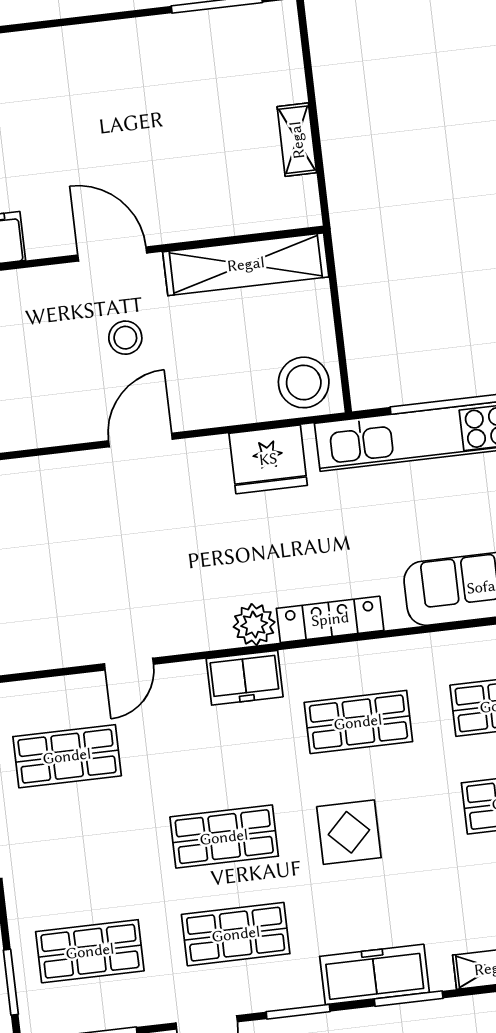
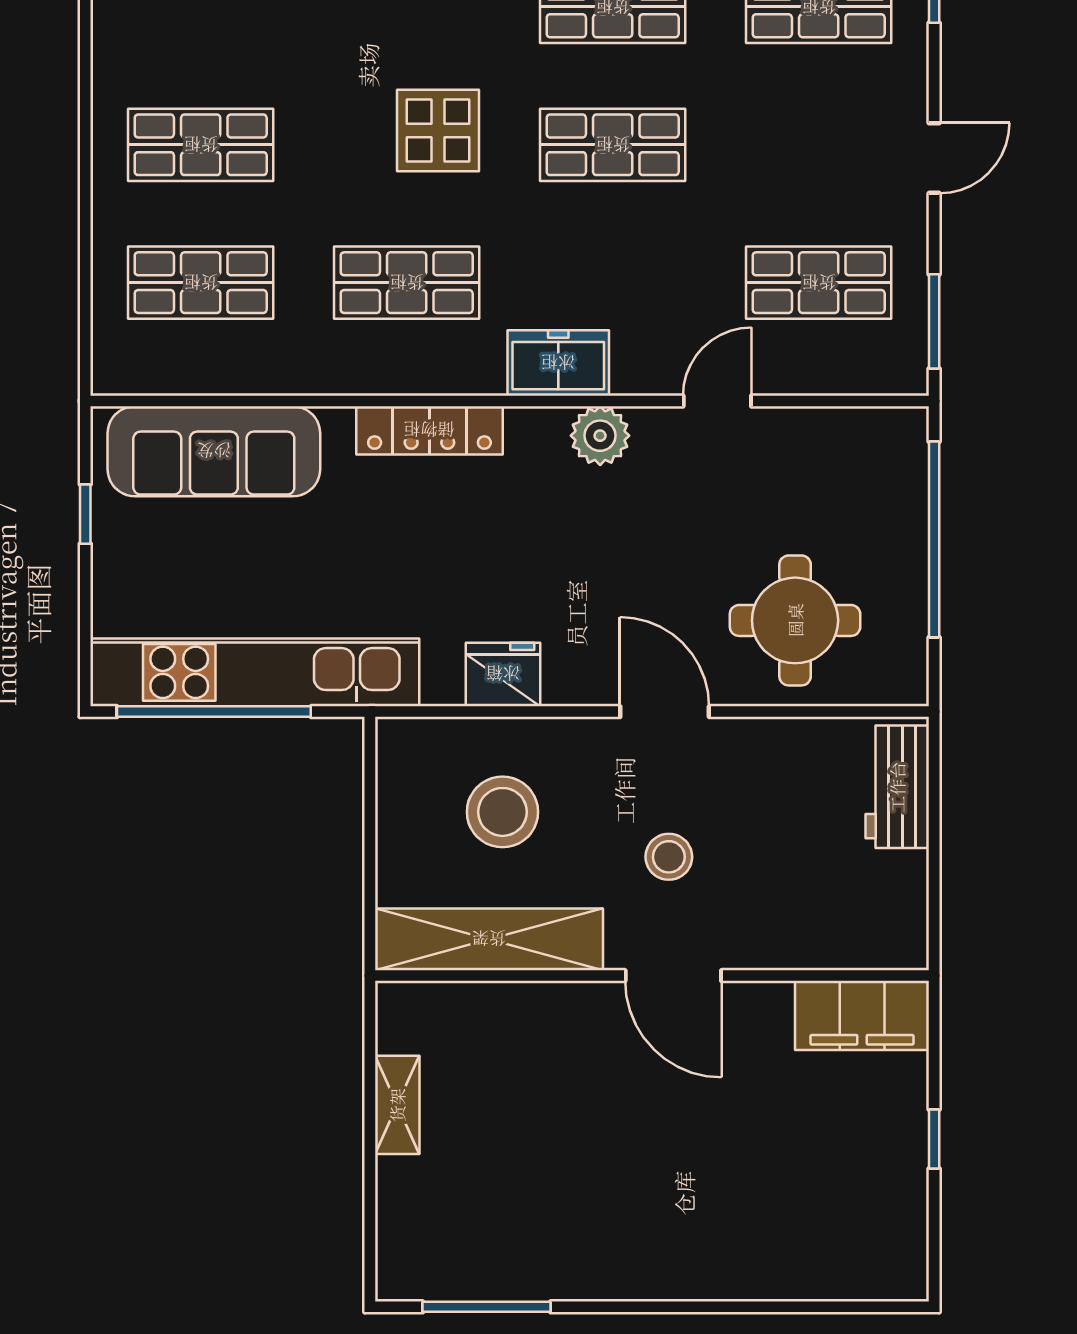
stool: (304, 382) -> (502, 812), moved
door: (140, 440) -> (665, 712), swing flipped
fridge: (268, 459) -> (503, 674), width x0.73, depth x0.75
round table: (56, 515) -> (795, 620), added
plant: (254, 625) -> (600, 436), moved

